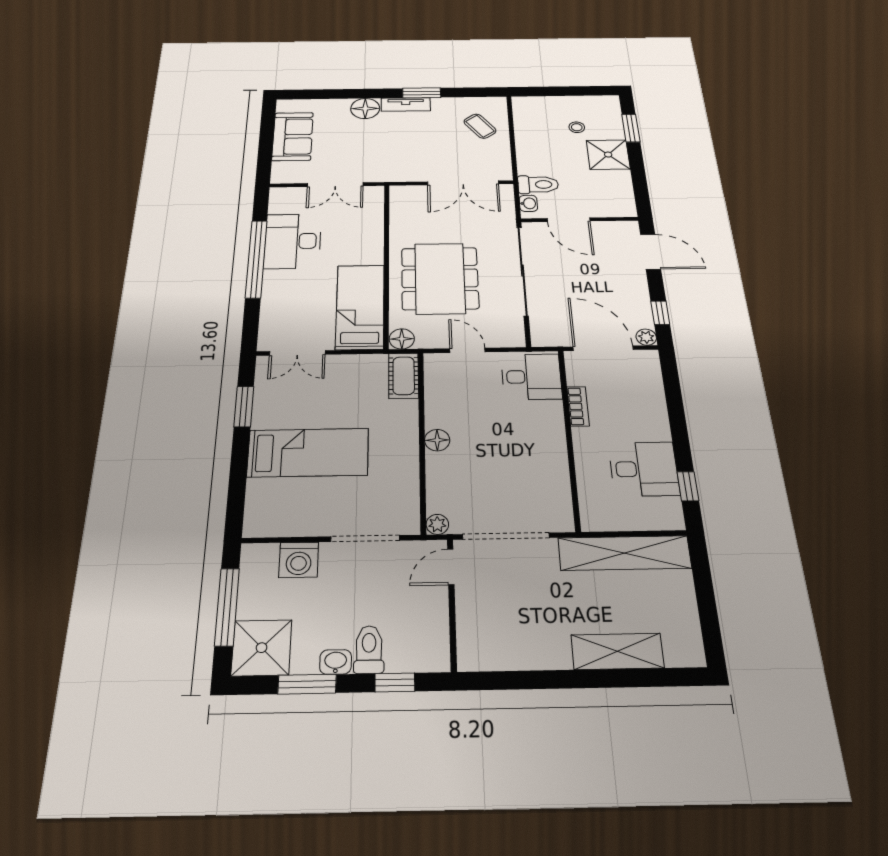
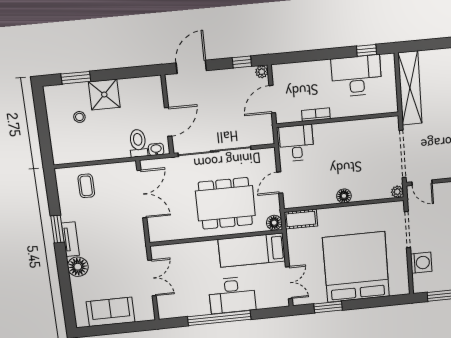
coffee table: (480, 126) -> (86, 186), turned -54
desk: (293, 241) -> (232, 295), moved
door: (603, 348) -> (272, 99), width x0.73
bed: (308, 453) -> (356, 267), width x2.04
desk: (644, 469) -> (356, 76), width x1.37

